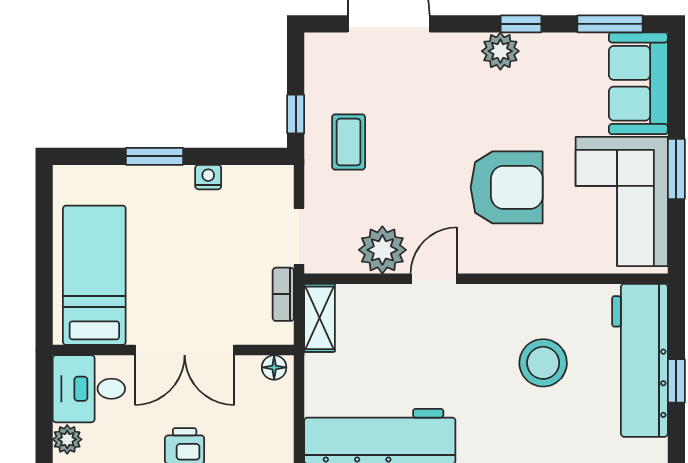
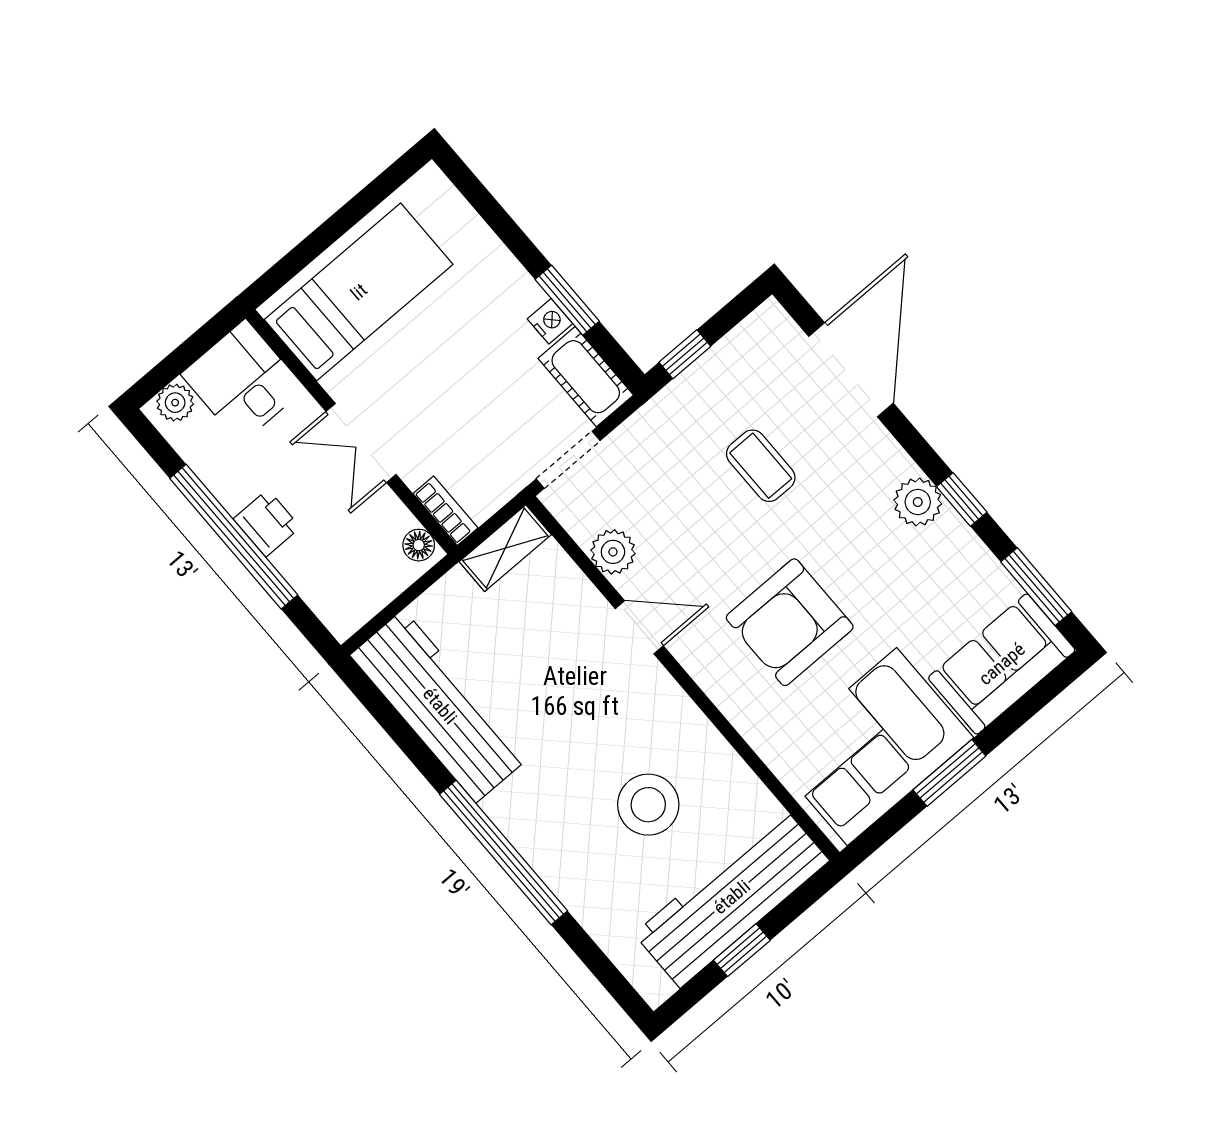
coffee table: (349, 142) -> (761, 466), moved, turned 90
window: (154, 156) -> (567, 300), moved
cot: (259, 184) -> (586, 377), added
armchair: (507, 187) -> (790, 622), turned 90
plant: (382, 250) -> (613, 552), width x0.73, depth x0.73
bookcase: (283, 294) -> (446, 511), moved, turned 90
double door: (185, 350) -> (361, 443), width x0.73

